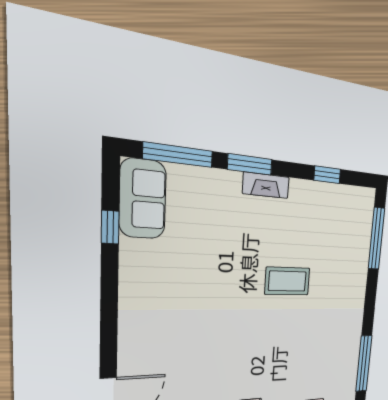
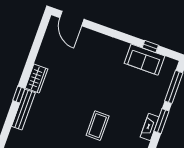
sofa: (143, 199) -> (144, 60), moved

